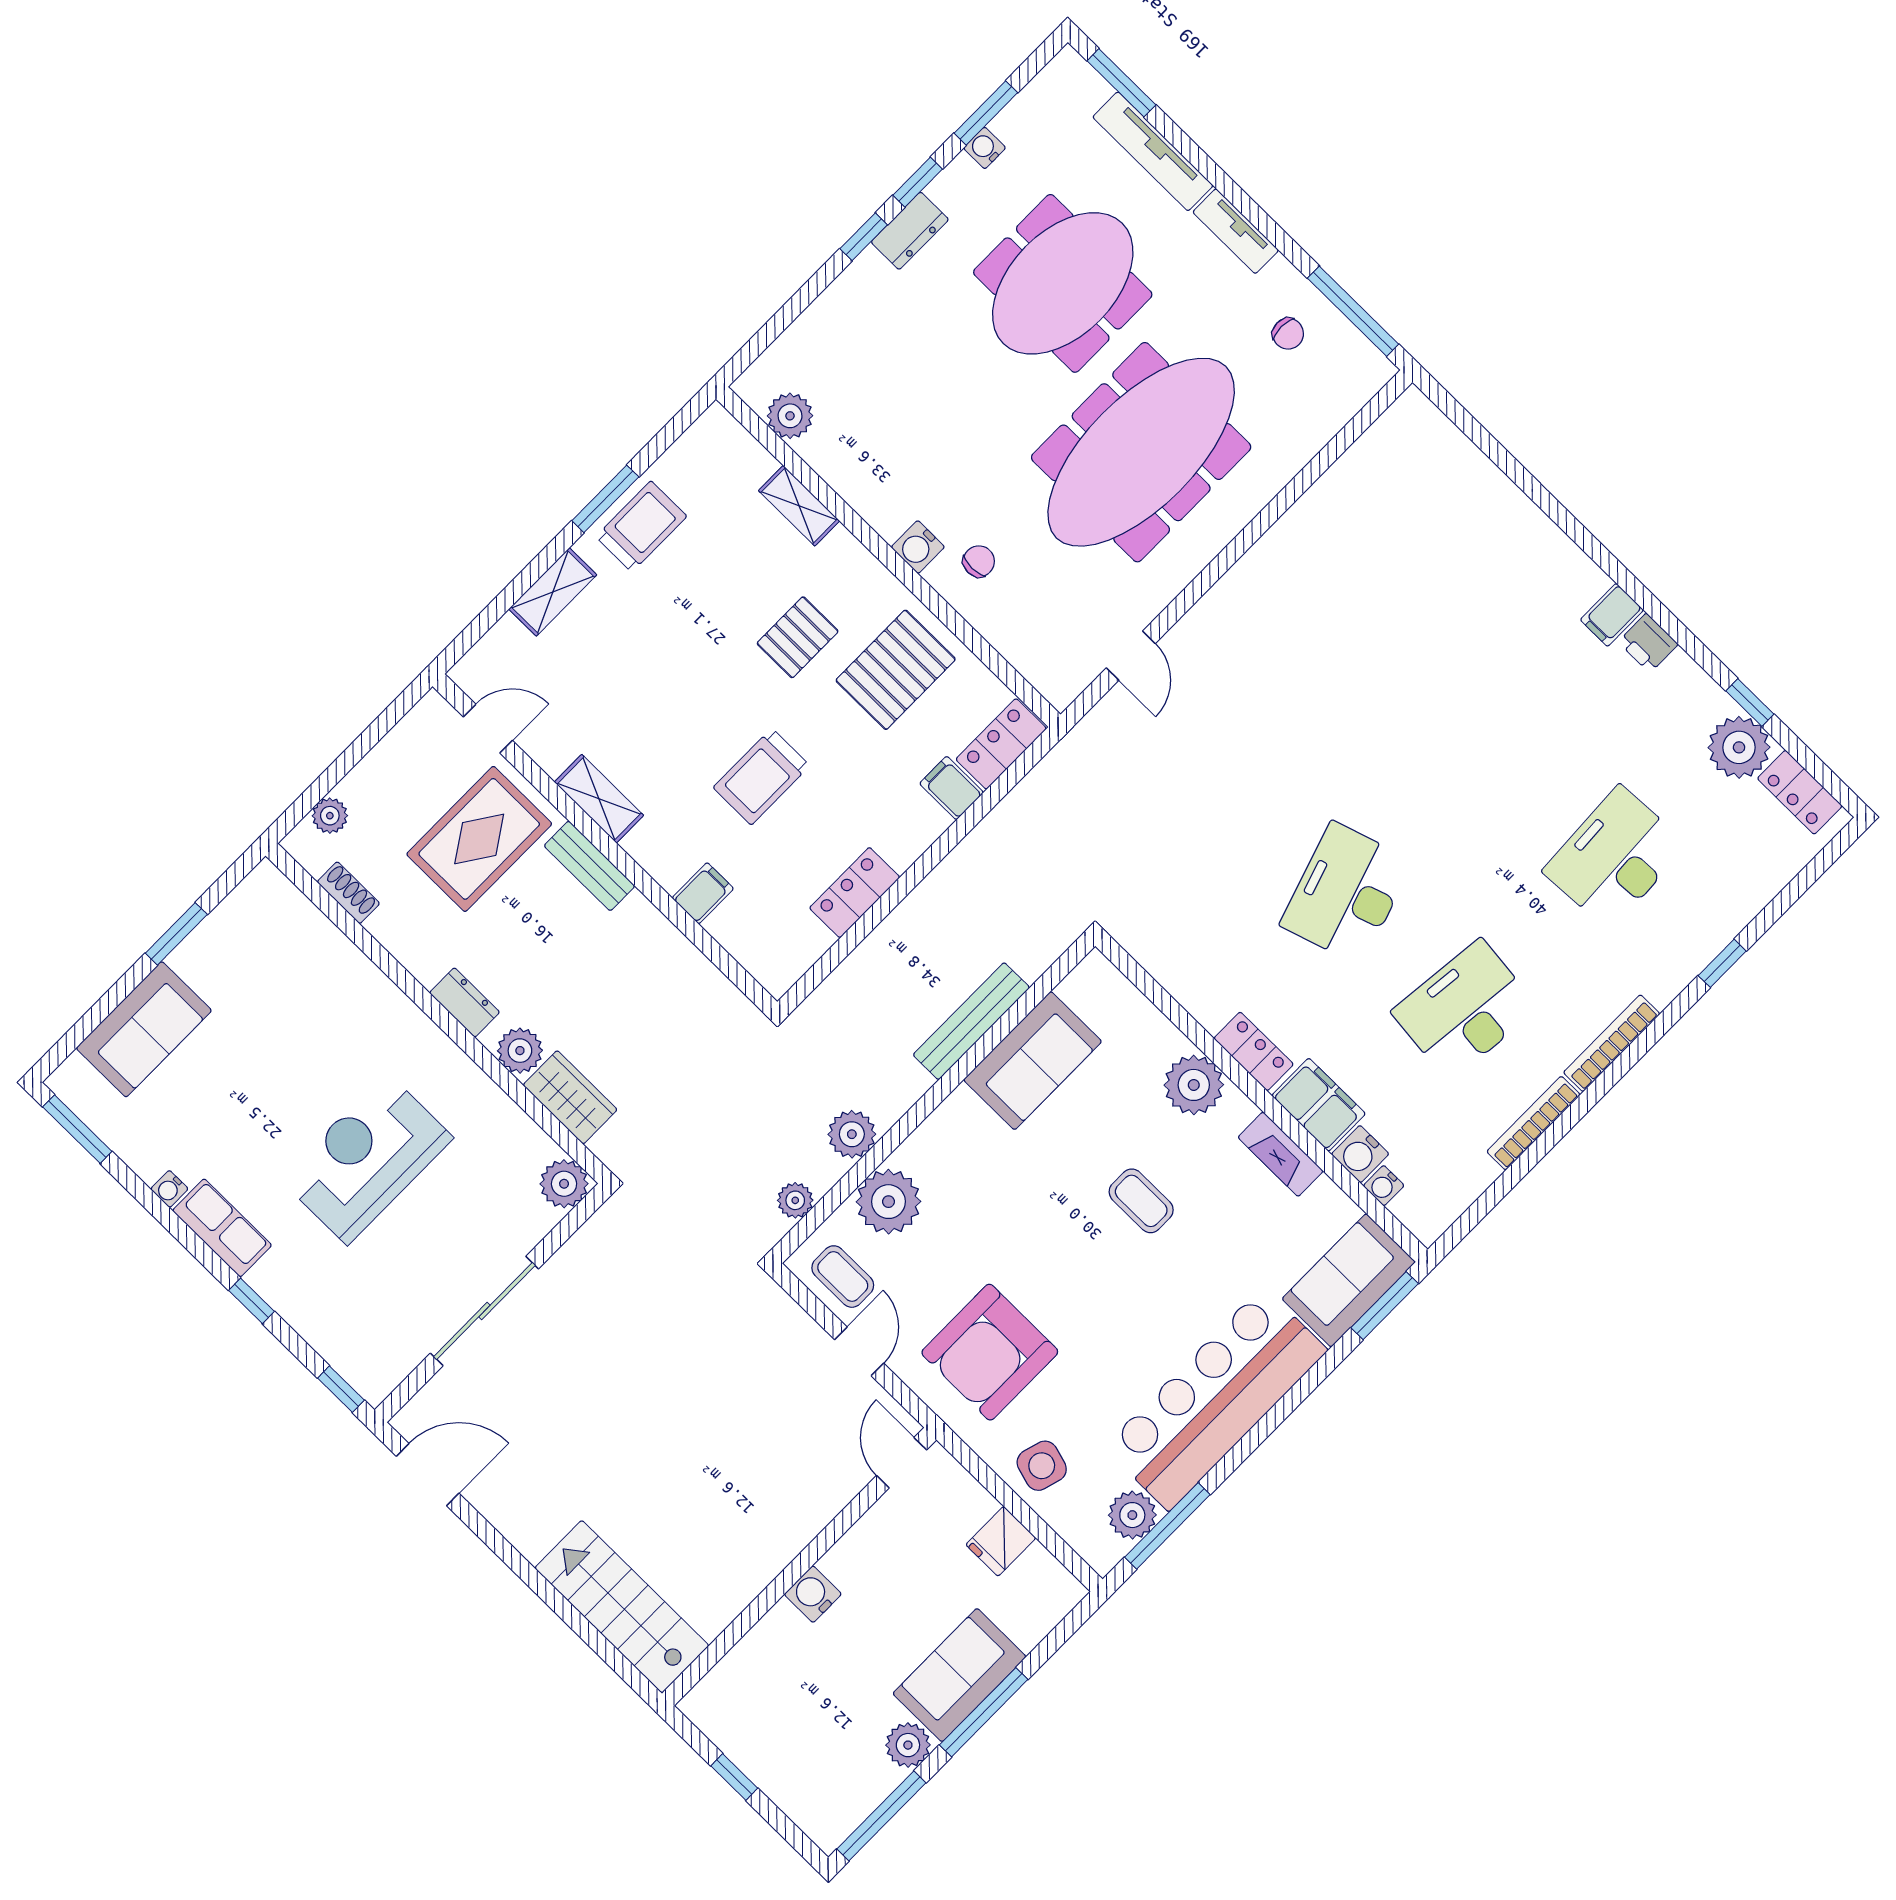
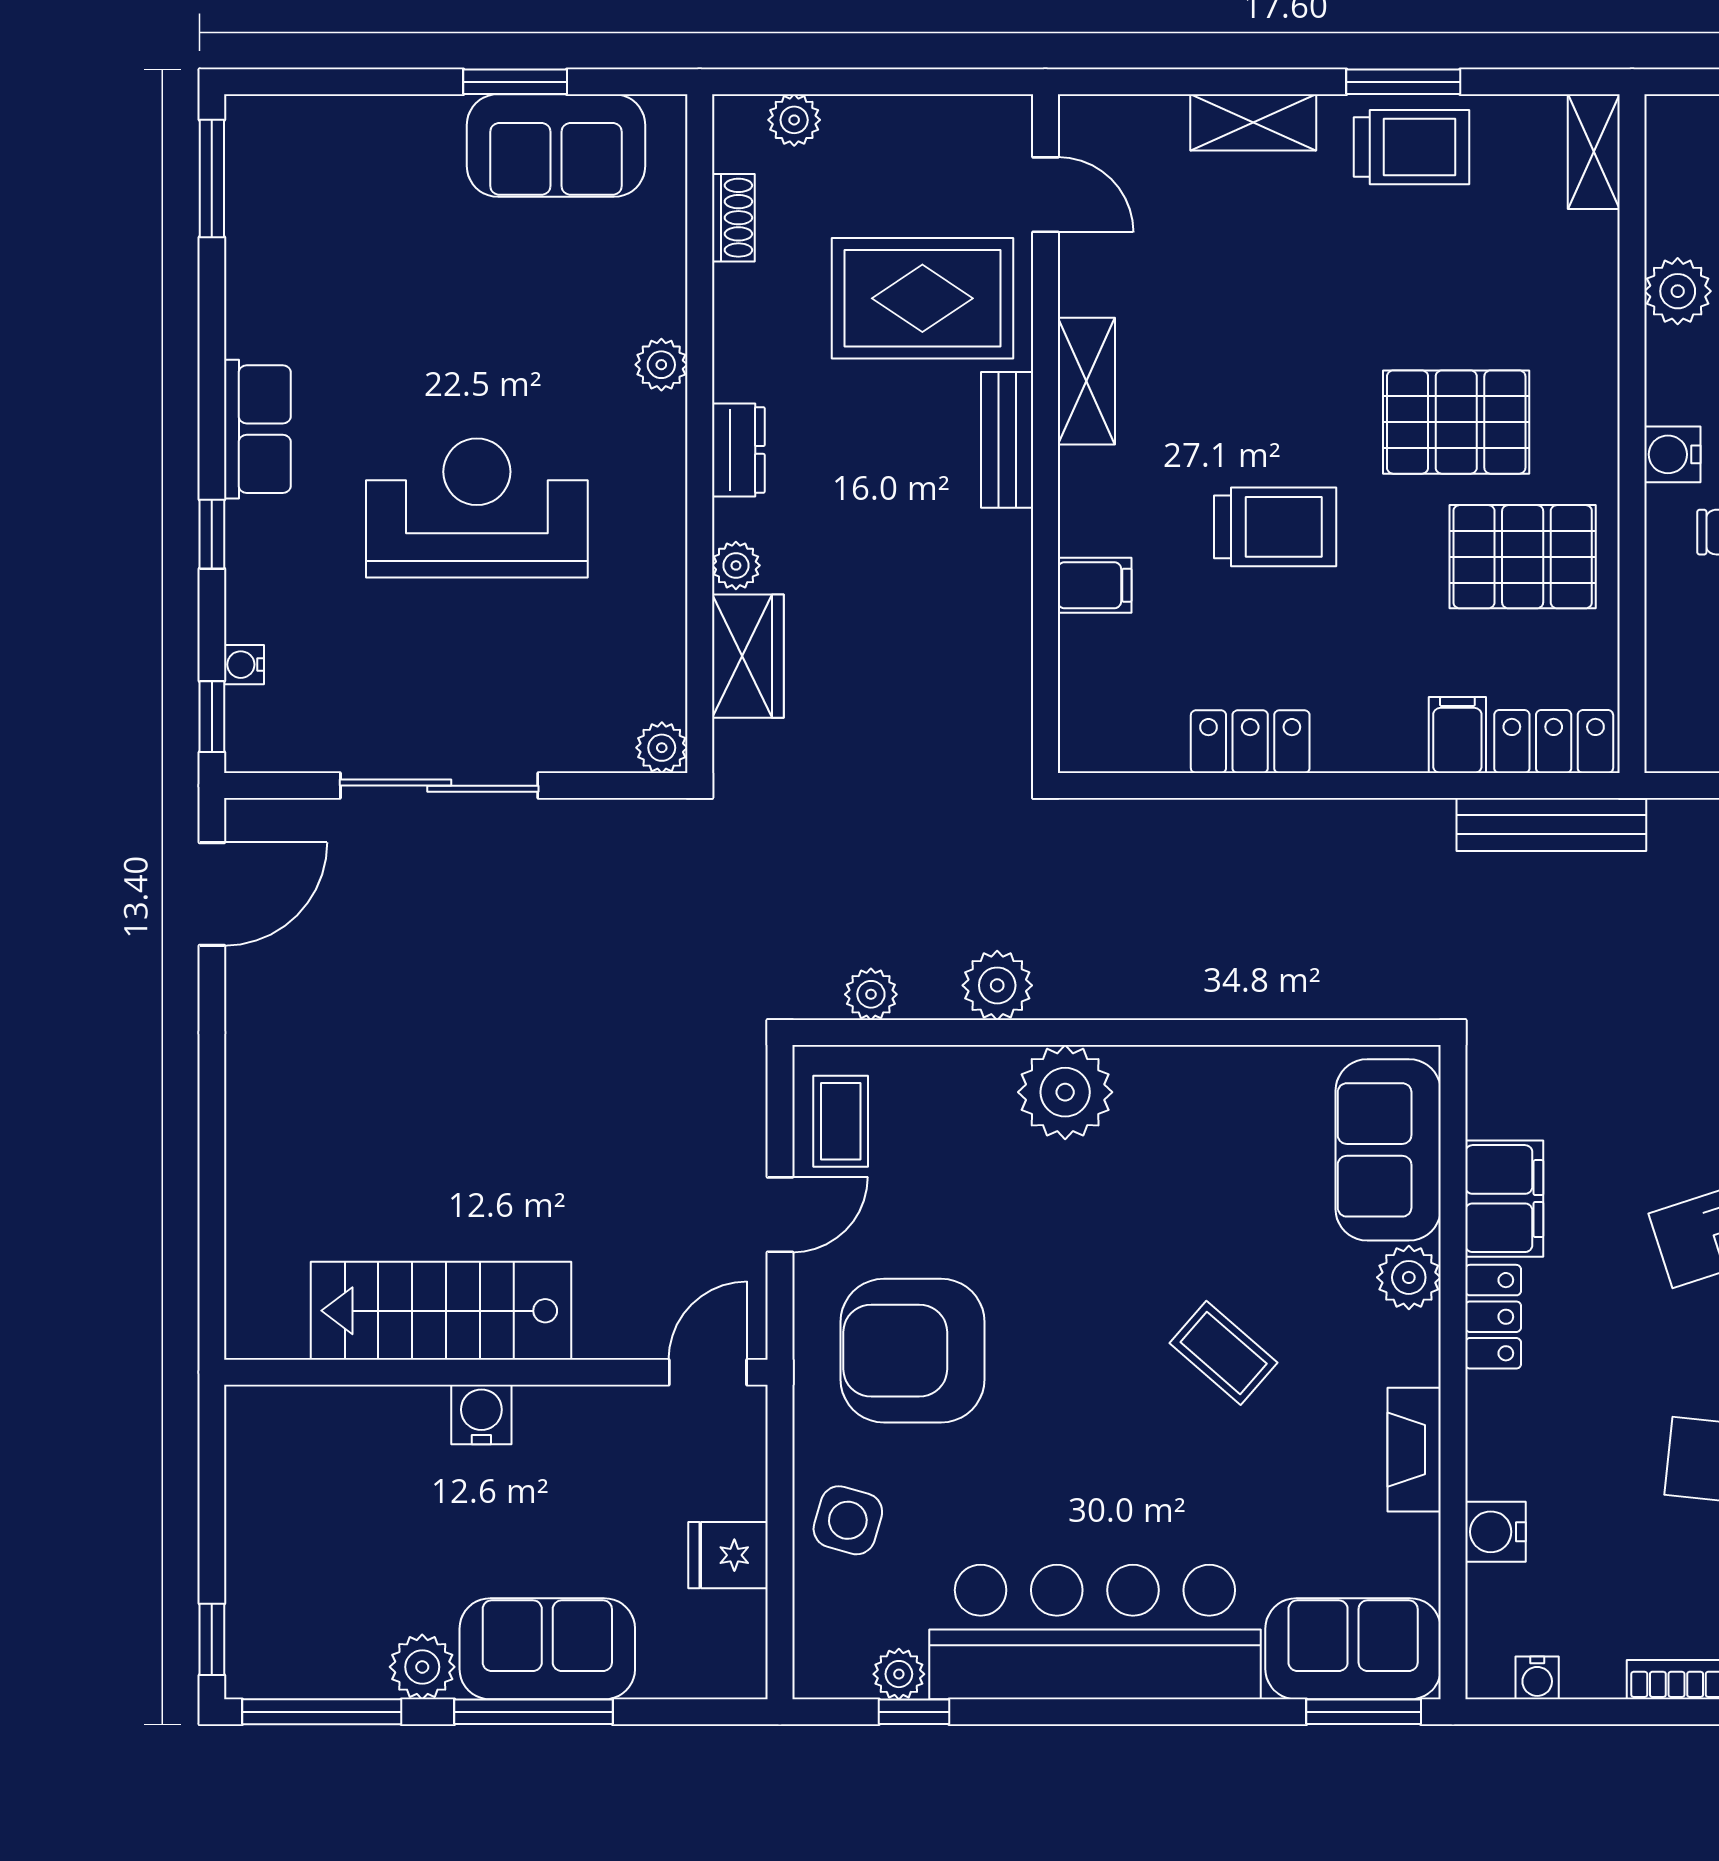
plant: (790, 416) -> (1678, 291), moved
shelving: (799, 506) -> (1594, 152), moved
pallet: (798, 637) -> (1456, 422), width x1.50, depth x1.42
trolley: (761, 777) -> (1275, 527), turned 180
plant: (386, 999) -> (661, 365), added
bench: (971, 1021) -> (1551, 824), moved
sofa: (144, 1029) -> (556, 145), moved
plant: (520, 1051) -> (736, 565), width x0.73, depth x0.73
sofa: (1033, 1061) -> (1388, 1150), moved, turned 90
plant: (1194, 1085) -> (1409, 1277), width x0.73, depth x0.73
filing cabinet: (1319, 1105) -> (1504, 1199), moved
plant: (564, 1184) -> (662, 748), width x0.73, depth x0.73
water cooler: (1384, 1186) -> (1537, 1678), moved, turned -90
water cooler: (169, 1189) -> (244, 665), moved
coffee table: (1141, 1201) -> (1224, 1353), turned -49
plant: (889, 1202) -> (1065, 1092), moved
door: (428, 1475) -> (212, 894), hinge flipped
plant: (1132, 1515) -> (899, 1674), width x0.73, depth x0.73
window: (1167, 1526) -> (914, 1712), width x0.46
stairs: (622, 1607) -> (441, 1311), moved, turned -90
window: (734, 1777) -> (212, 1639), moved

